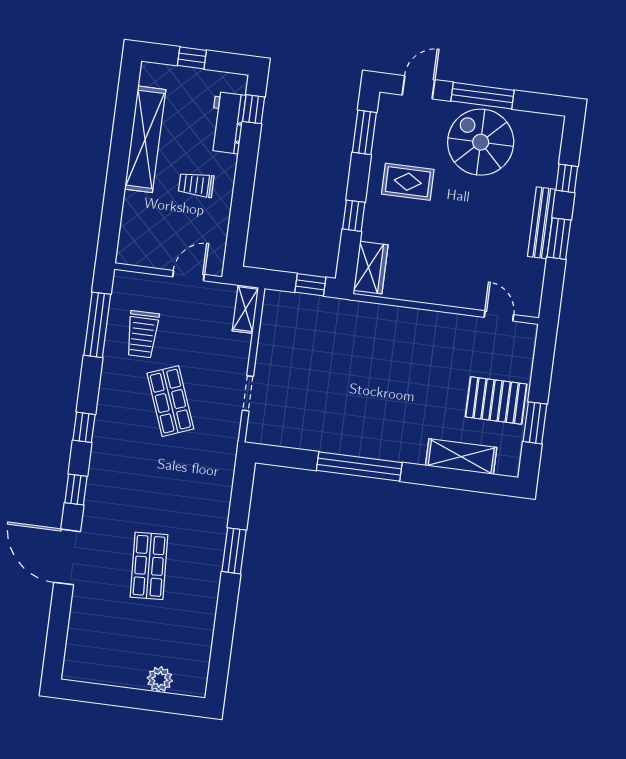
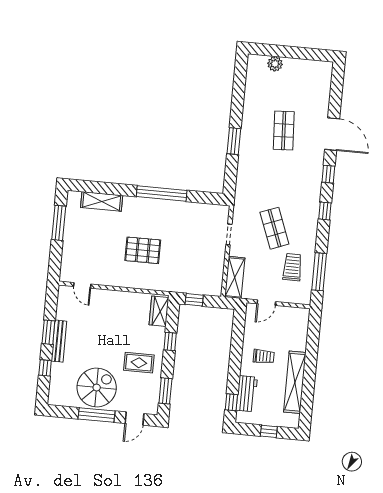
spiral stairs: (481, 142) -> (97, 388), turned -90
shelving: (245, 309) -> (235, 277), width x1.50, depth x1.33
pallet: (496, 401) -> (143, 250), moved
window: (535, 423) -> (59, 223), width x1.44

